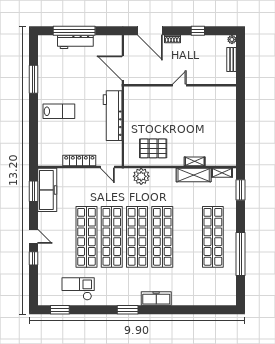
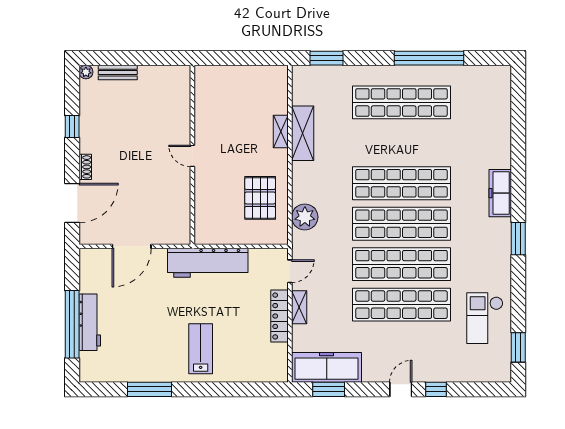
door: (179, 85) -> (192, 156), moved
wall: (180, 85) -> (192, 155), moved
shelving: (222, 173) -> (299, 307), moved

